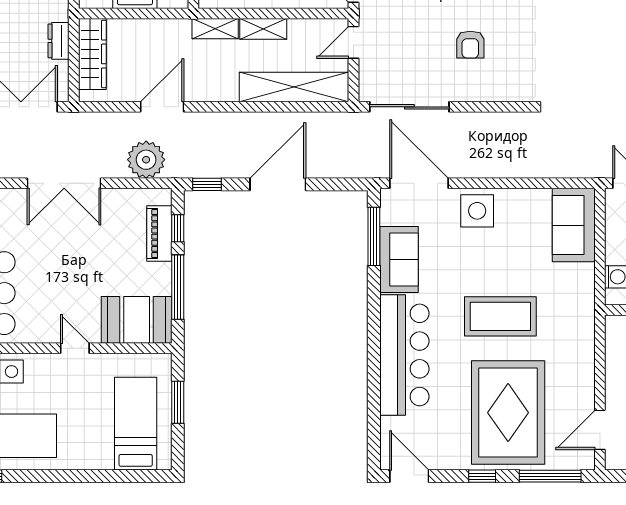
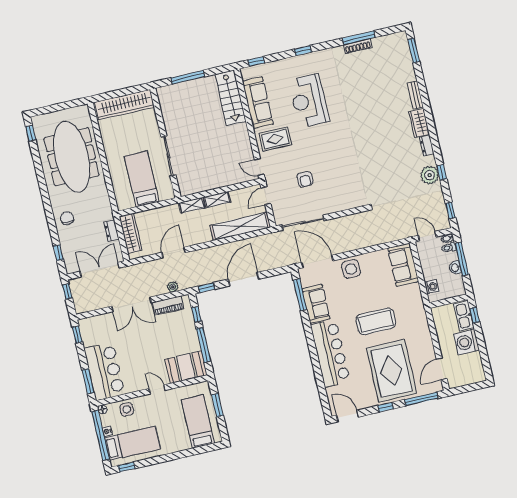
armchair: (470, 45) -> (305, 179), moved
plant: (146, 160) -> (173, 287), width x0.53, depth x0.53
piano: (159, 234) -> (168, 306), moved, turned -90

